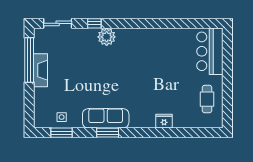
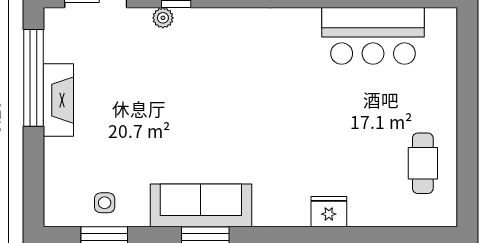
plant: (107, 37) -> (163, 18), moved, width x0.53, depth x0.53
bar counter: (210, 51) -> (373, 36), moved, turned -90

